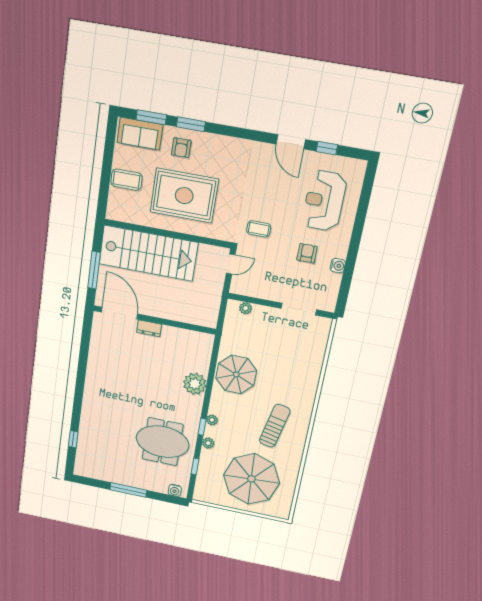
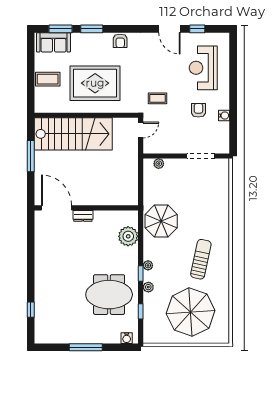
armchair: (181, 148) -> (120, 41), moved
door: (120, 313) -> (57, 208), moved
wall: (154, 320) -> (86, 208), moved
dresser: (149, 328) -> (83, 216), moved

